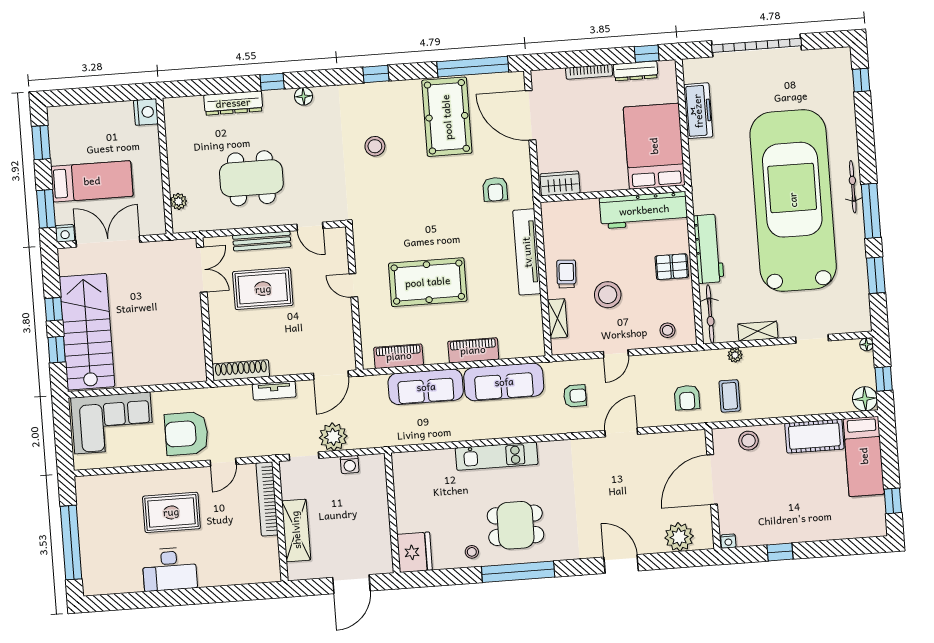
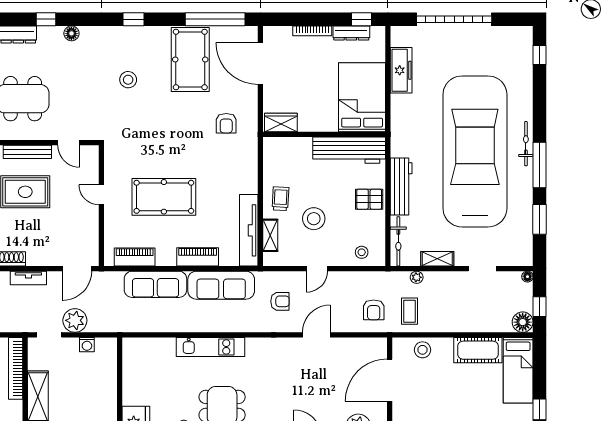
tv unit: (527, 252) -> (249, 230), moved

